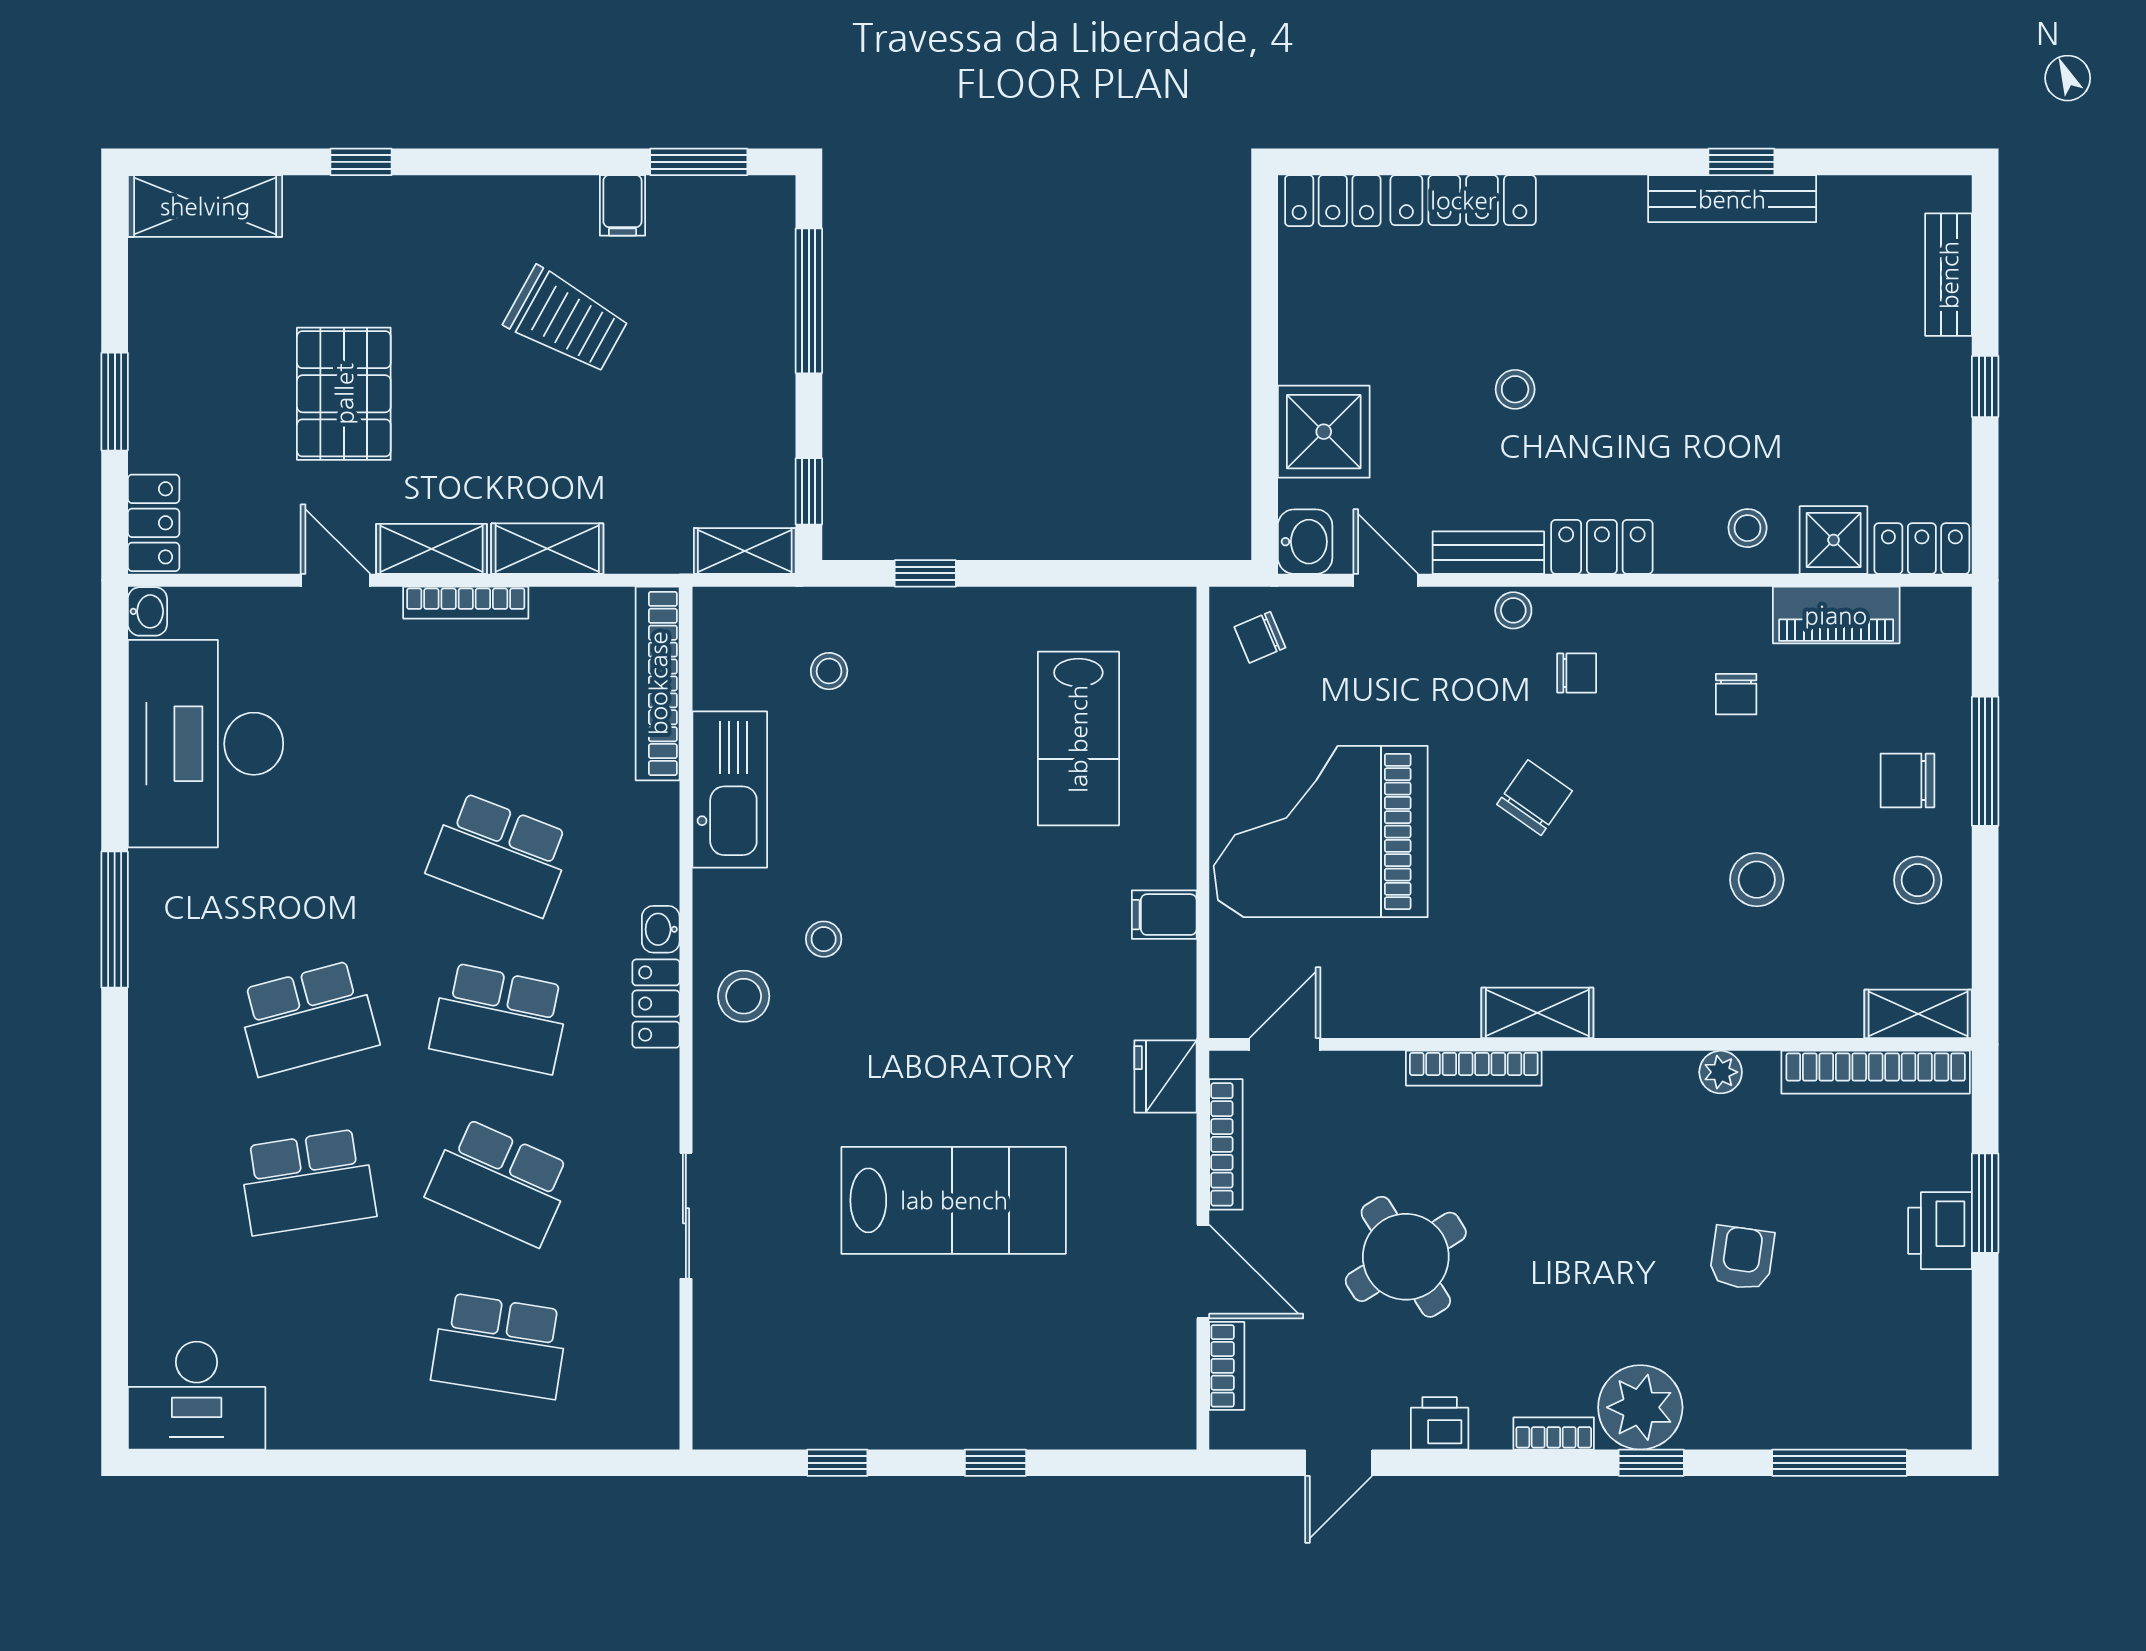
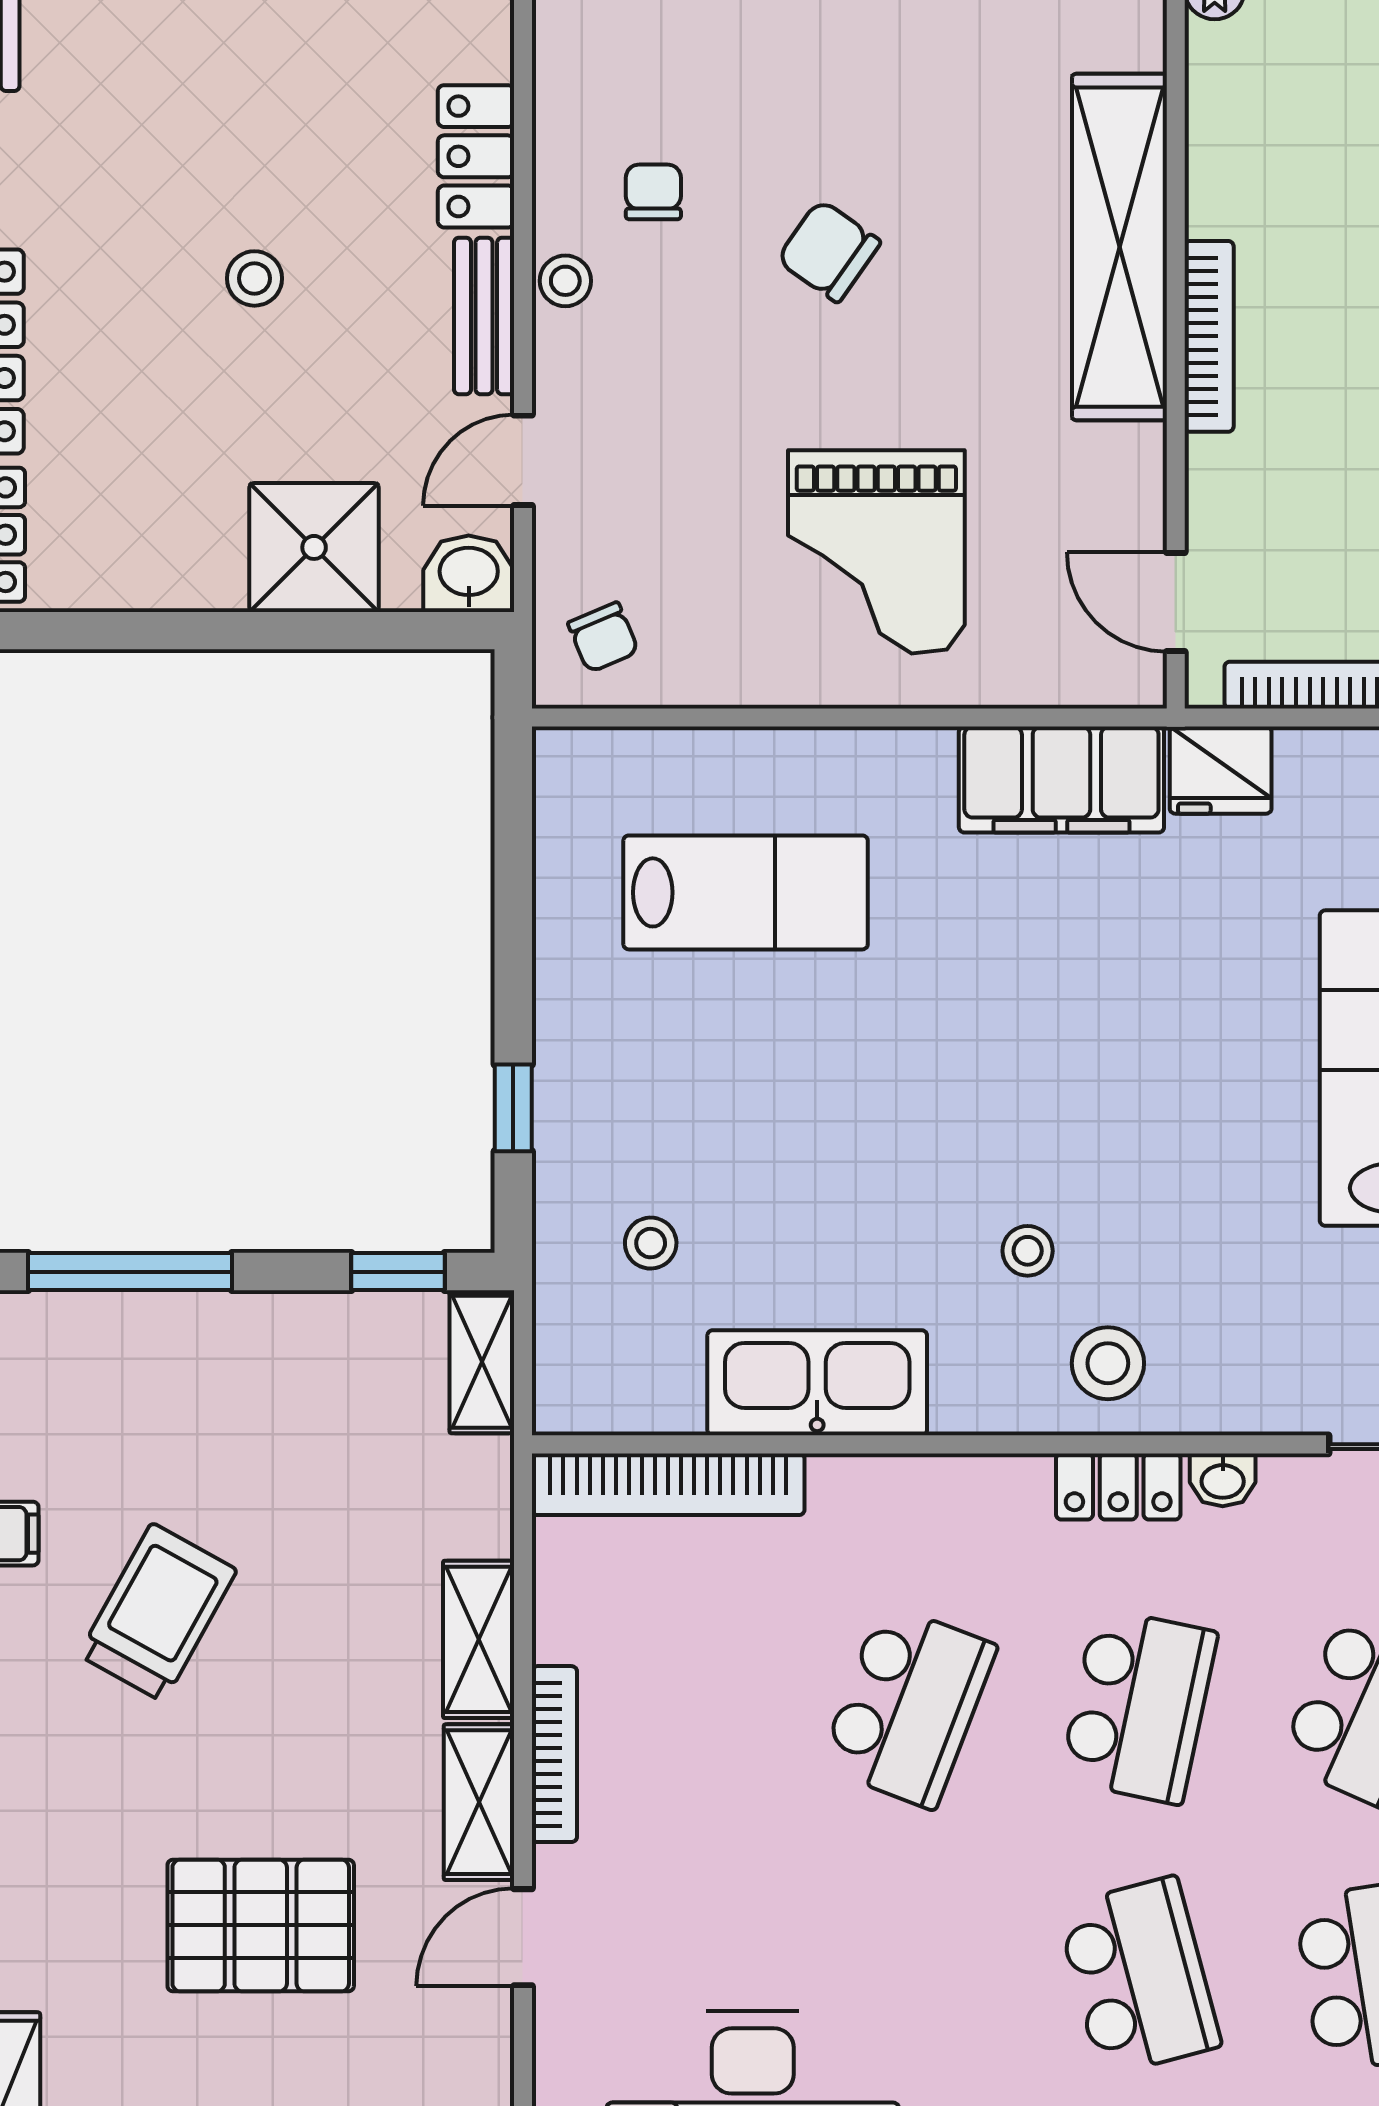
grand piano: (1321, 832) -> (876, 552), width x0.73, depth x0.68
filing cabinet: (1164, 915) -> (1061, 779), width x3.00, depth x1.17
washbasin: (661, 929) -> (1223, 1480), moved
shelving: (1537, 1013) -> (1120, 247), width x2.20, depth x1.33

